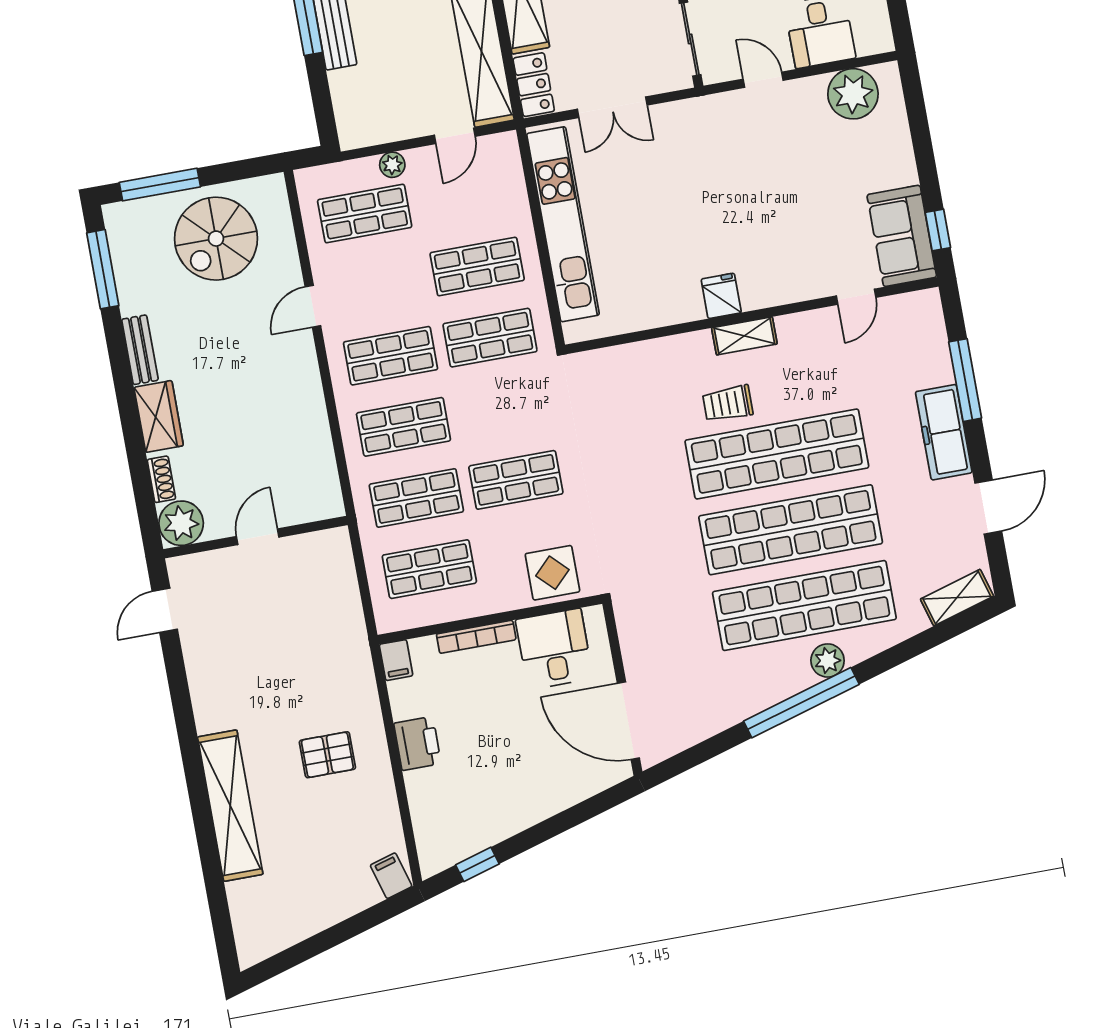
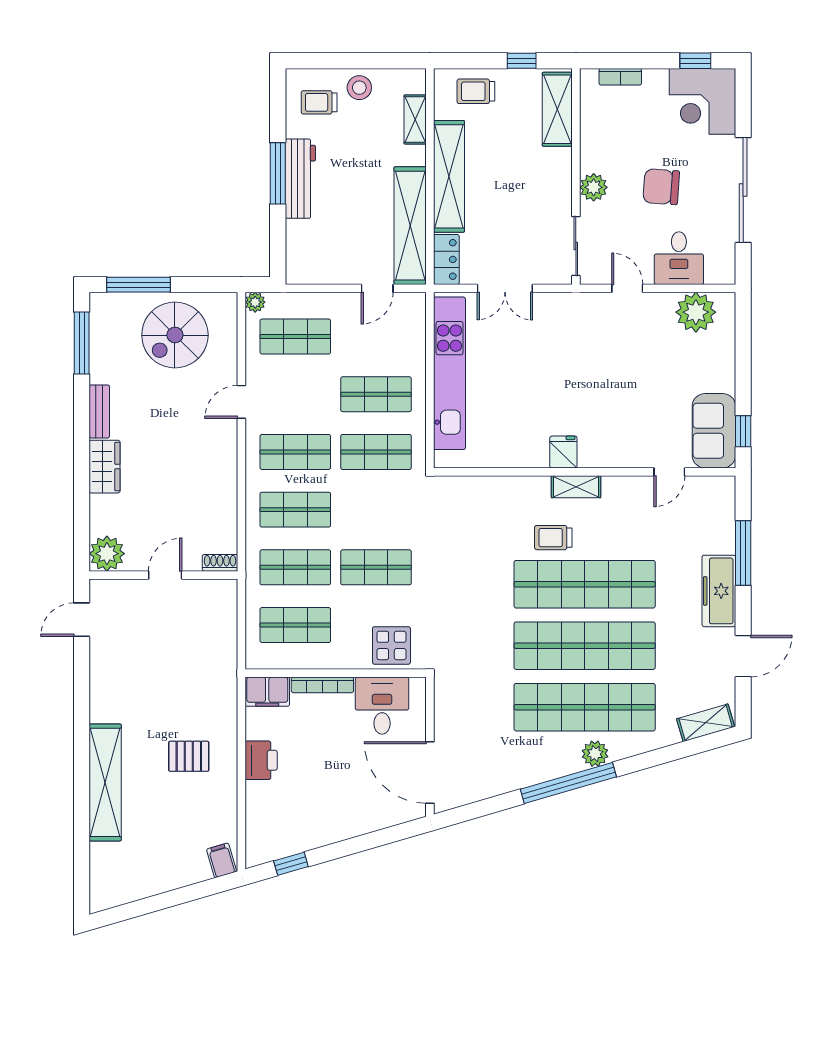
plant: (392, 165) -> (255, 302), moved
shoe rack: (161, 479) -> (220, 563), moved, turned -90
filing cabinet: (396, 660) -> (267, 692), width x2.00

